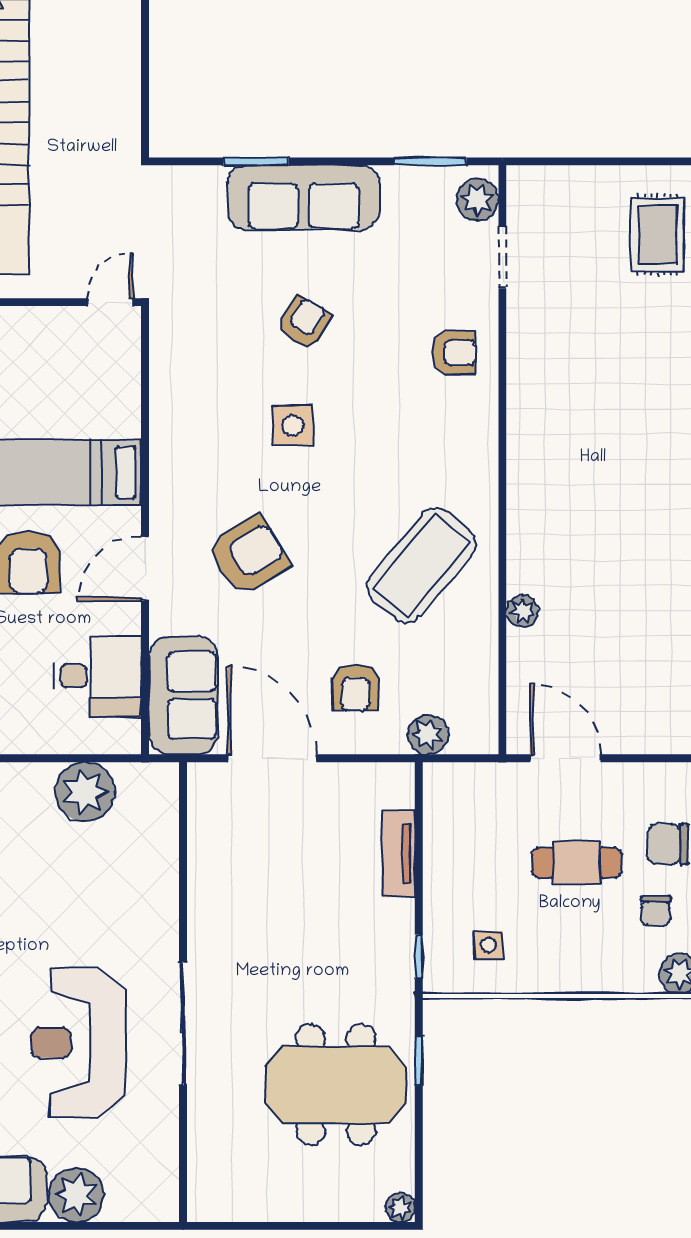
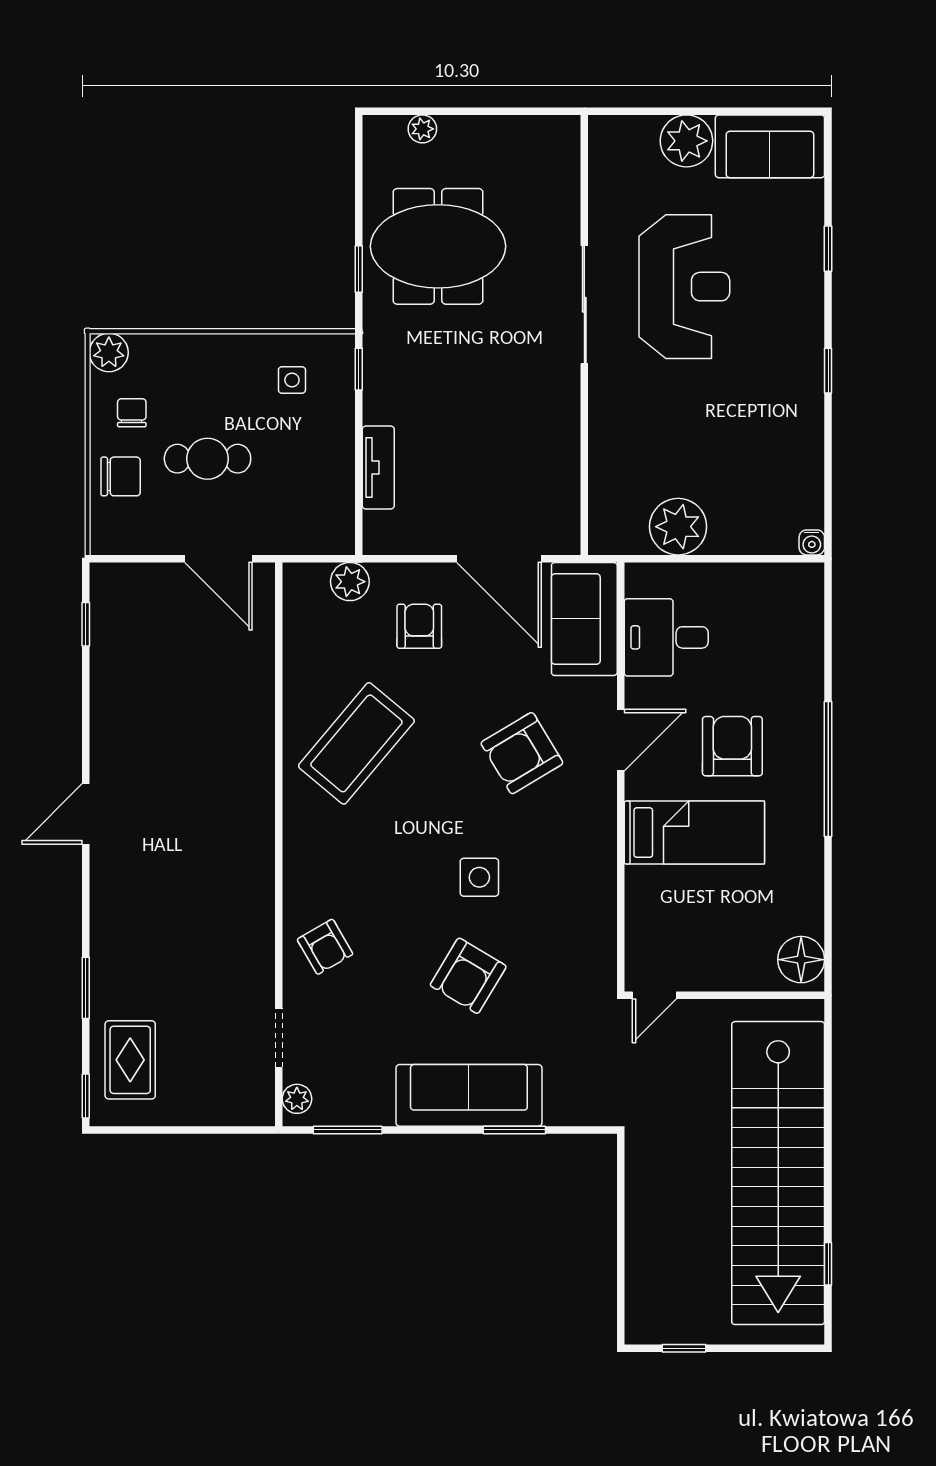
plant: (478, 200) -> (297, 1099), width x0.73, depth x0.73
armchair: (304, 323) -> (468, 976), width x1.38, depth x1.38
armchair: (454, 353) -> (325, 947), turned -120
plant: (522, 611) -> (260, 700), removed
plant: (400, 1207) -> (422, 129), moved

